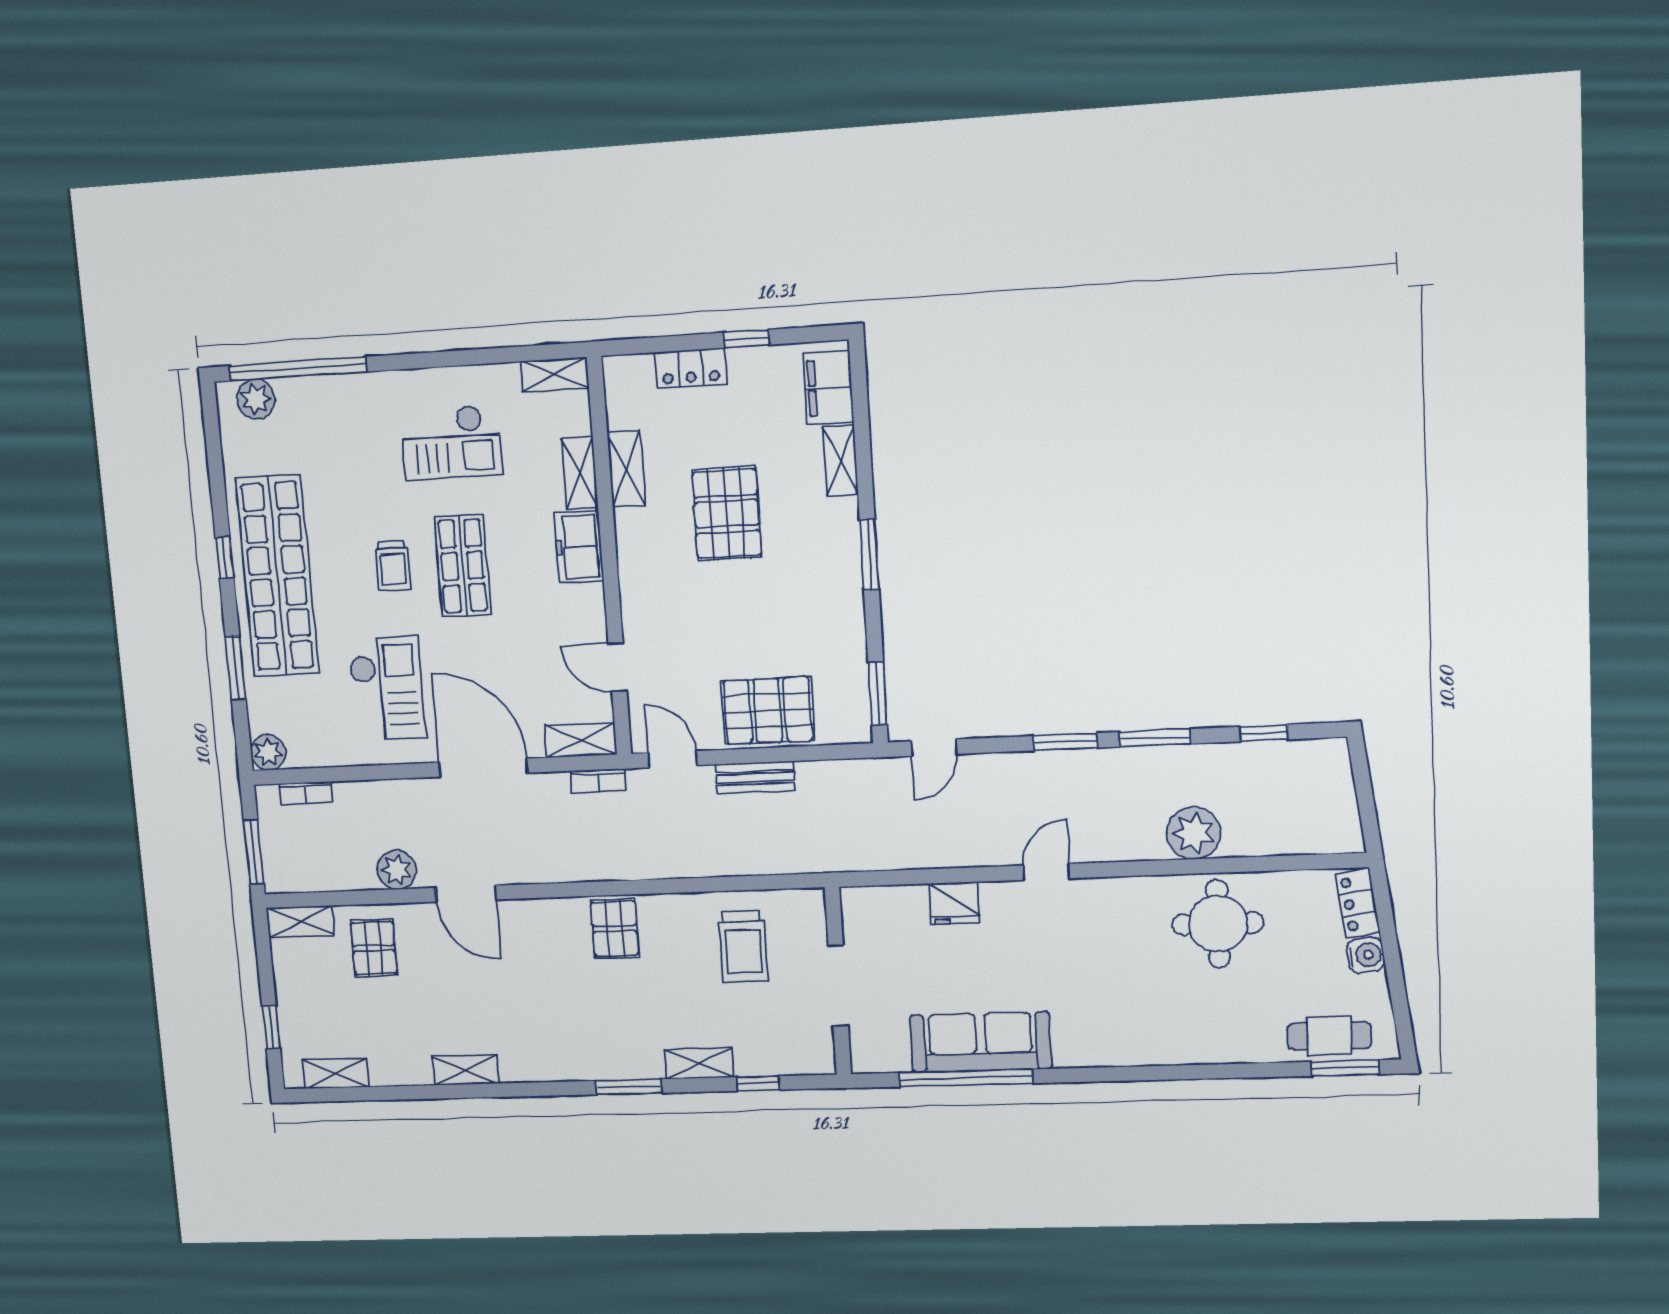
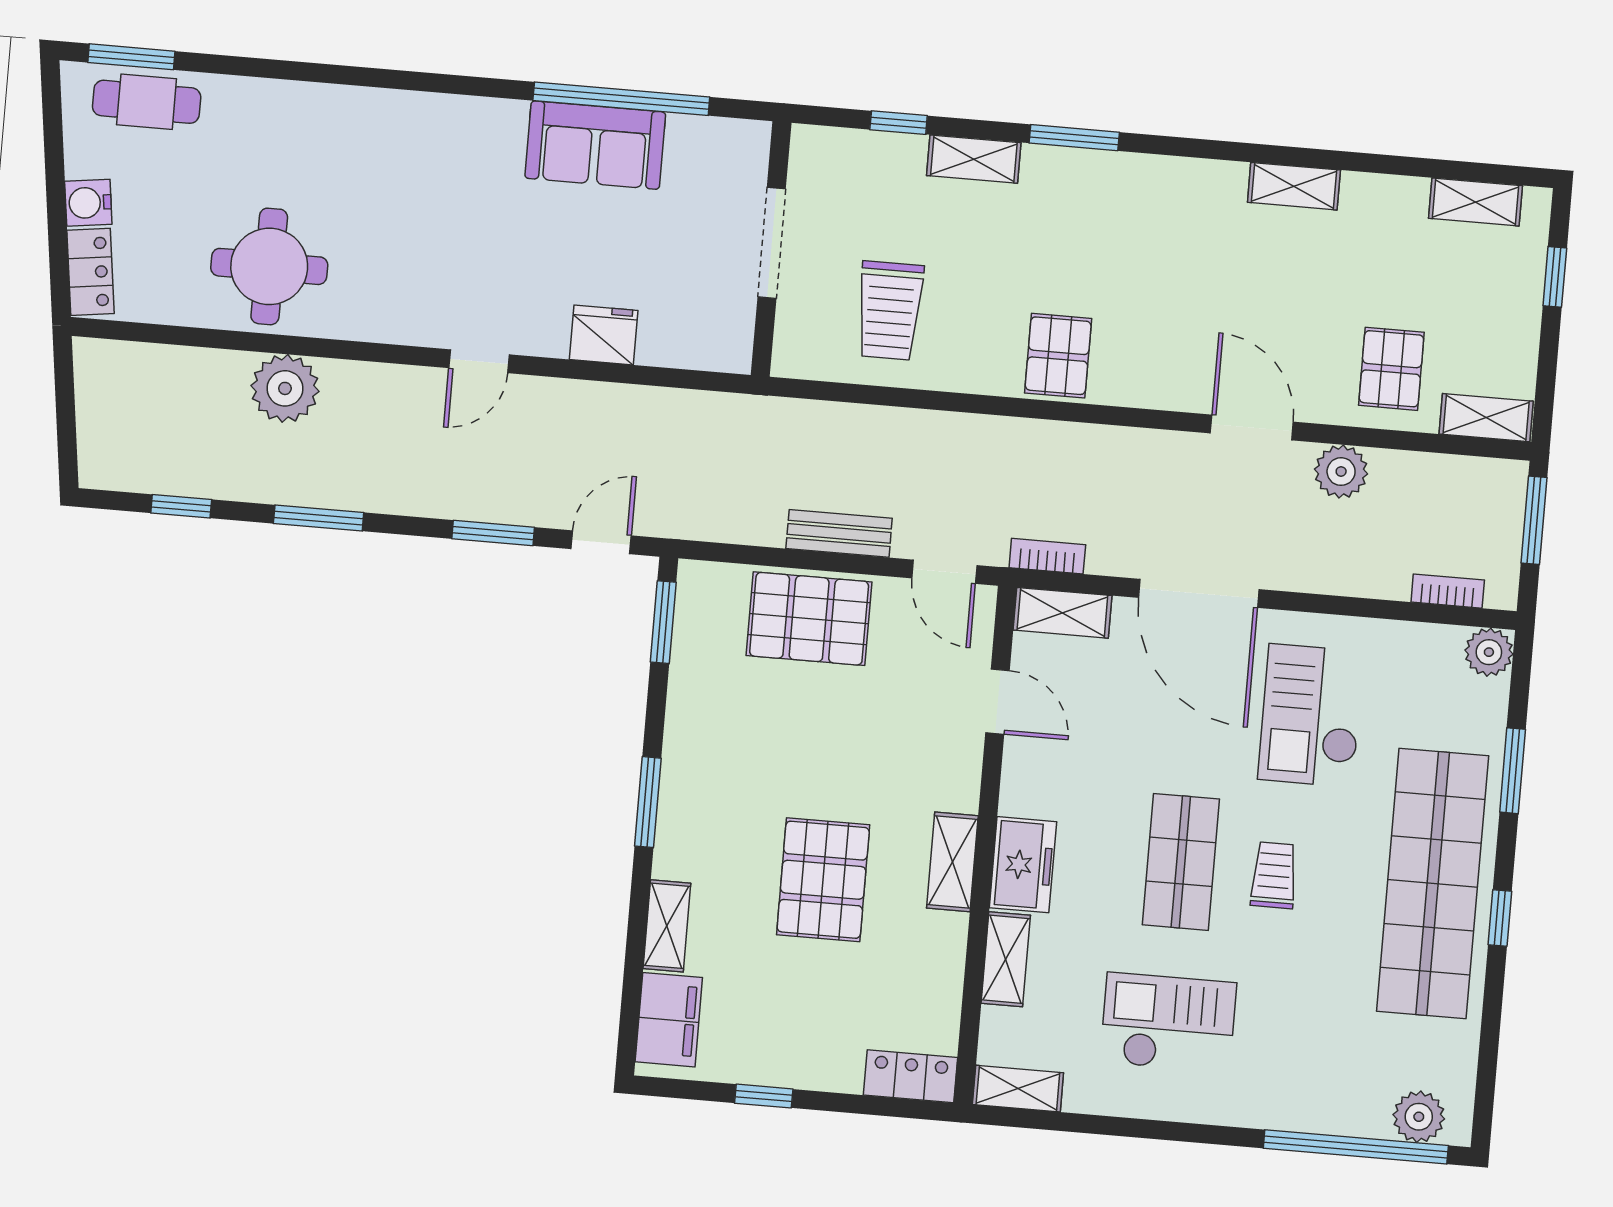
locker: (690, 368) -> (910, 1076), moved
shelving: (626, 469) -> (952, 862), moved
window: (1065, 742) -> (493, 533), moved
trolley: (743, 947) -> (890, 310), turned 180
sofa: (981, 1042) -> (595, 145), width x0.73

